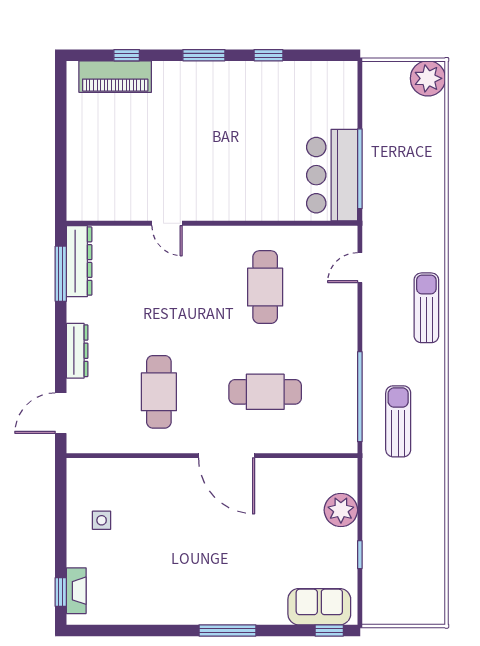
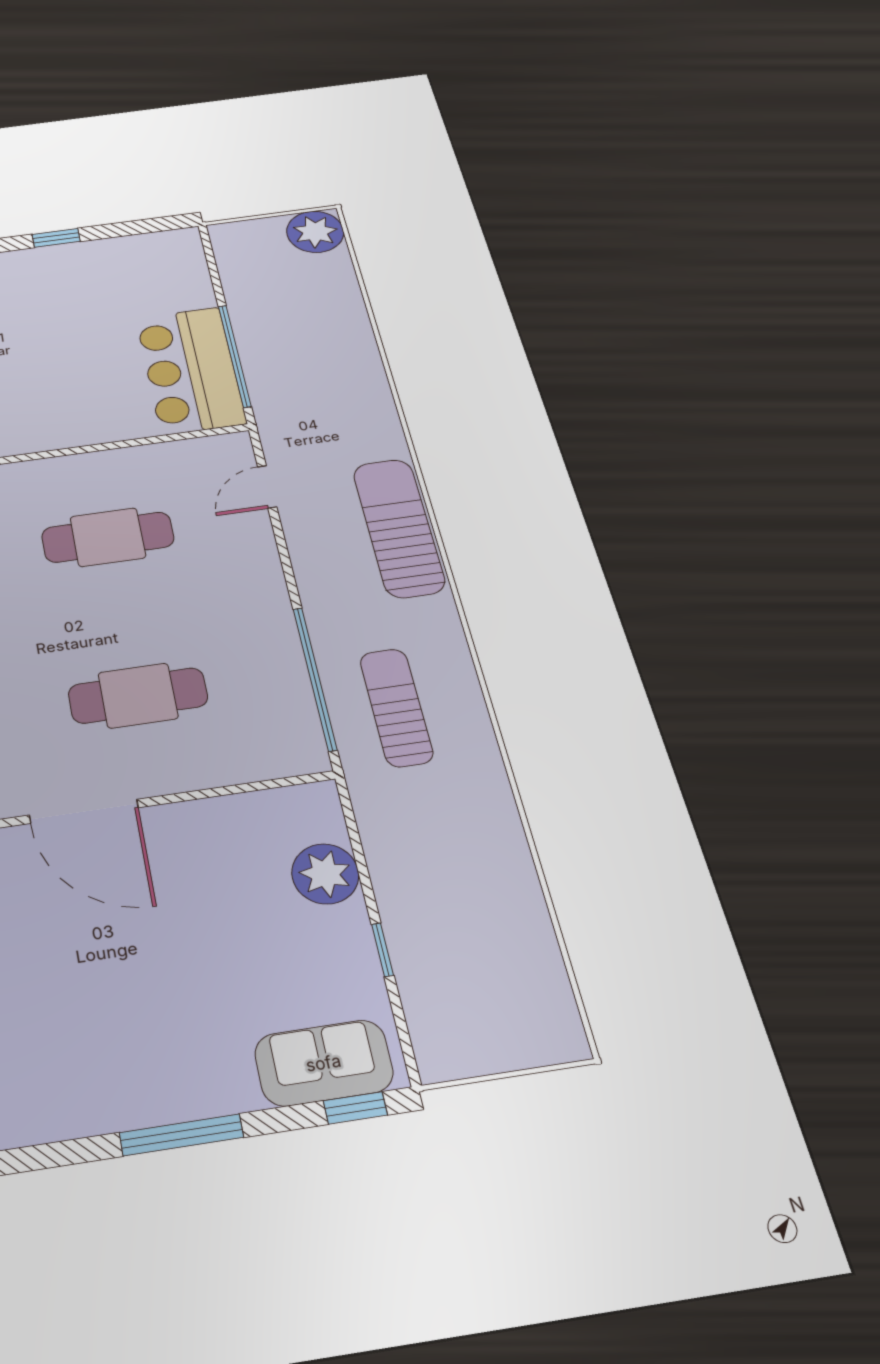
cafe table: (265, 287) -> (108, 537), turned 90
sun lounger: (426, 308) -> (399, 528), width x1.36, depth x1.34
window: (227, 630) -> (181, 1135), moved

